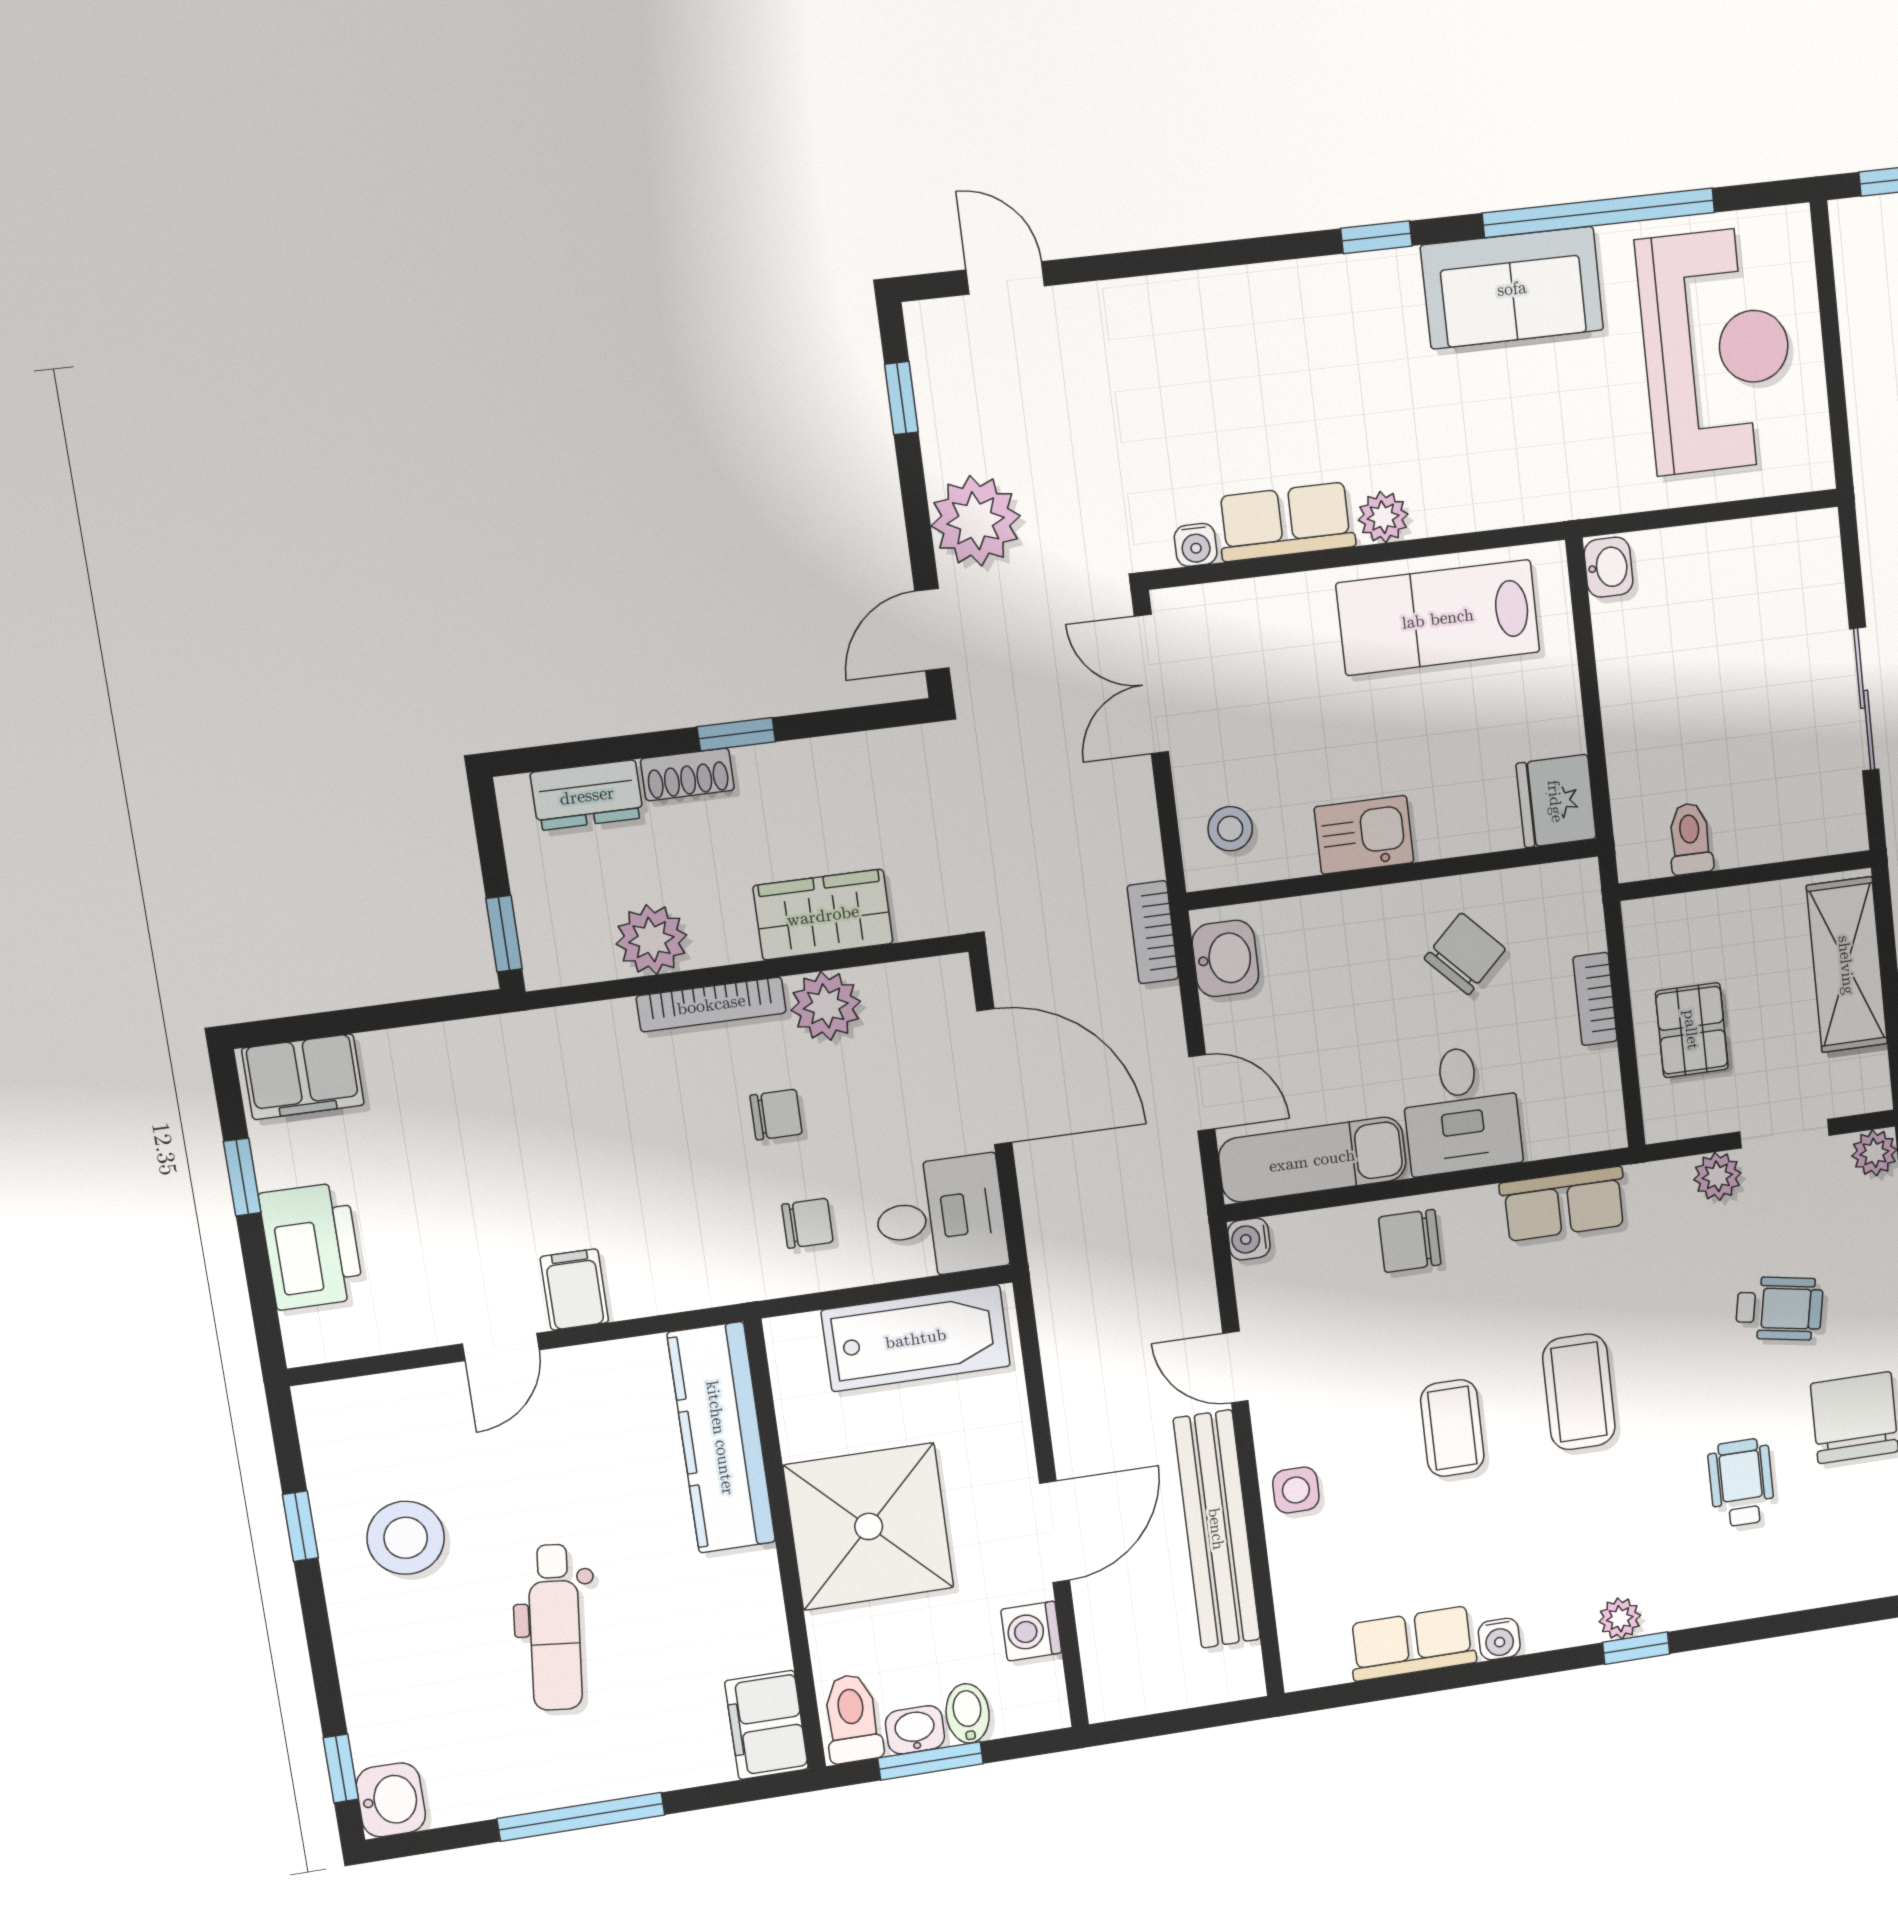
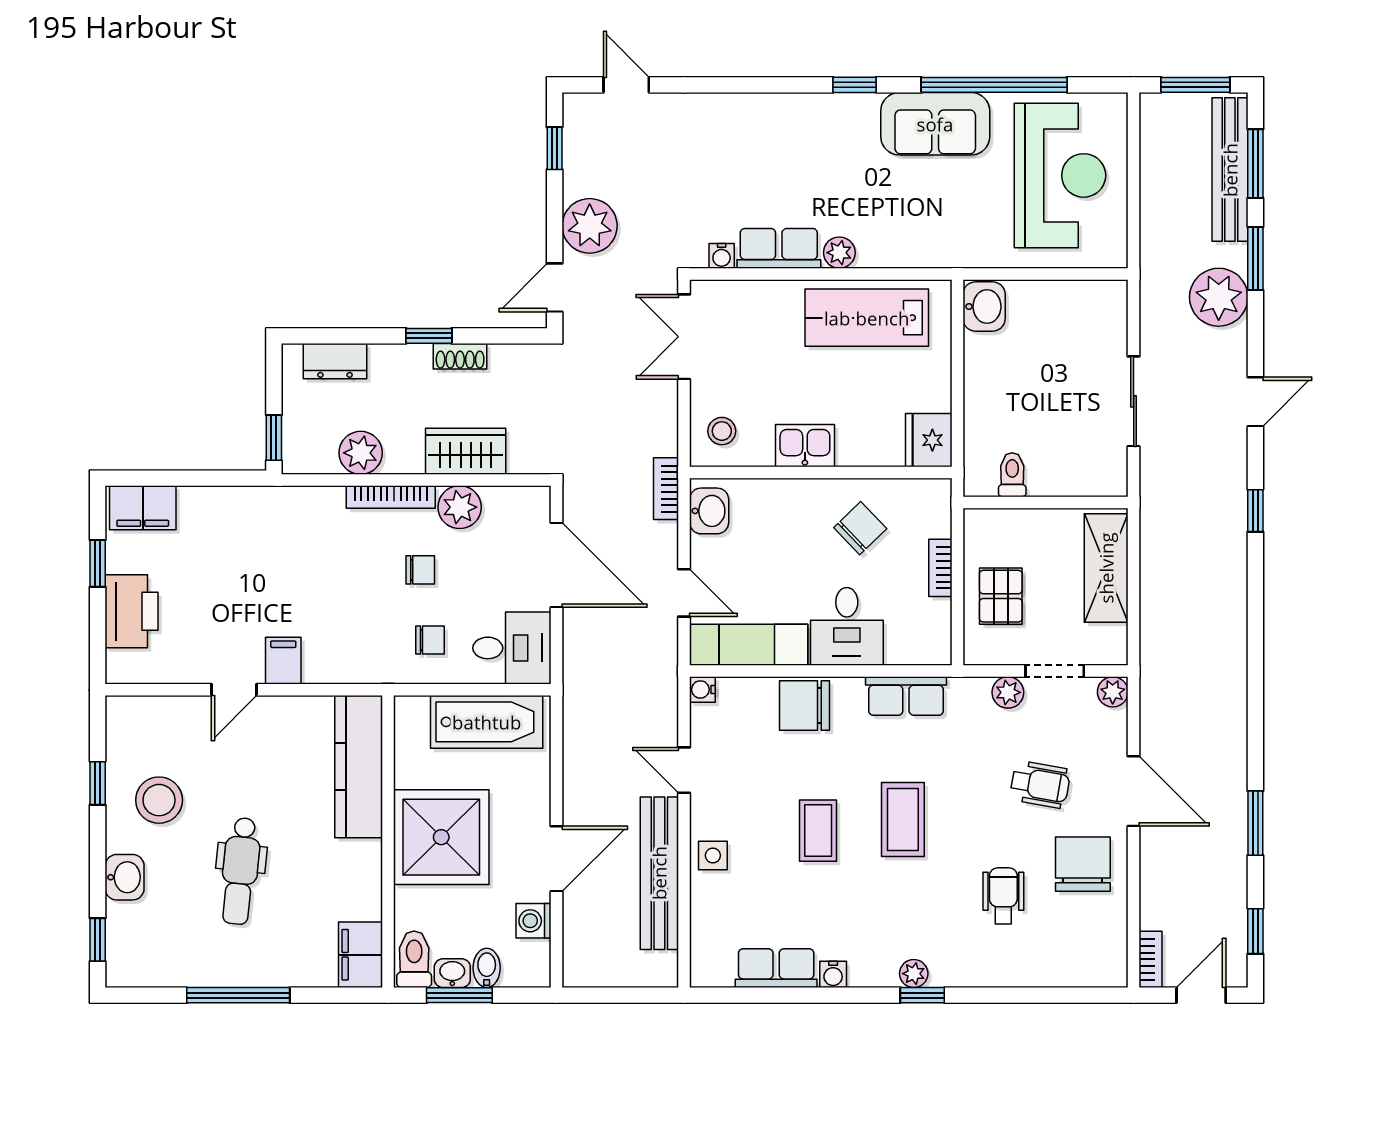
washbasin: (1609, 567) -> (984, 307), width x1.38, depth x1.45
shoe rack: (687, 775) -> (460, 356), moved
chair: (1410, 1241) -> (804, 706), width x1.37, depth x1.37
washbasin: (391, 1800) -> (125, 877), moved

